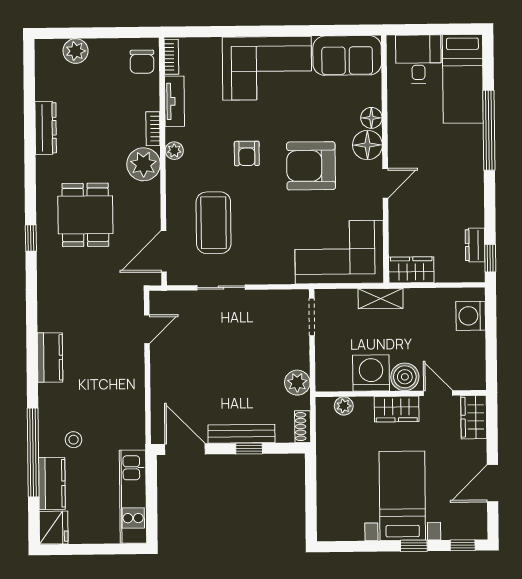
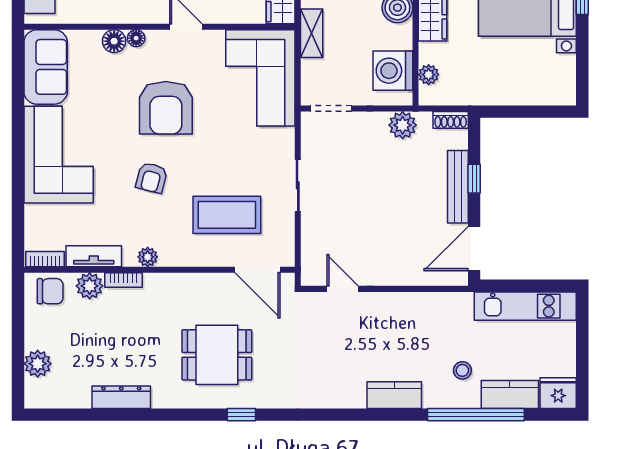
floor lamp: (367, 145) -> (136, 38), width x0.53, depth x0.53
armchair: (247, 153) -> (151, 178), turned 104
plant: (144, 164) -> (90, 286), moved, width x0.73, depth x0.73
sliding door: (221, 287) -> (298, 185), moved
kitchen counter: (50, 357) -> (394, 395), moved
washing machine: (371, 373) -> (393, 71), moved

